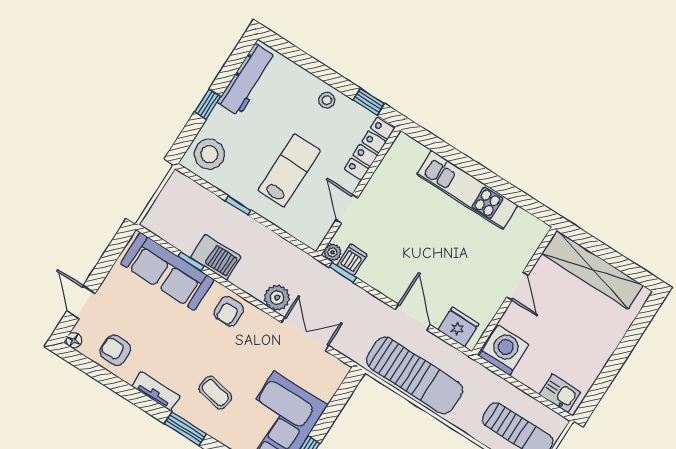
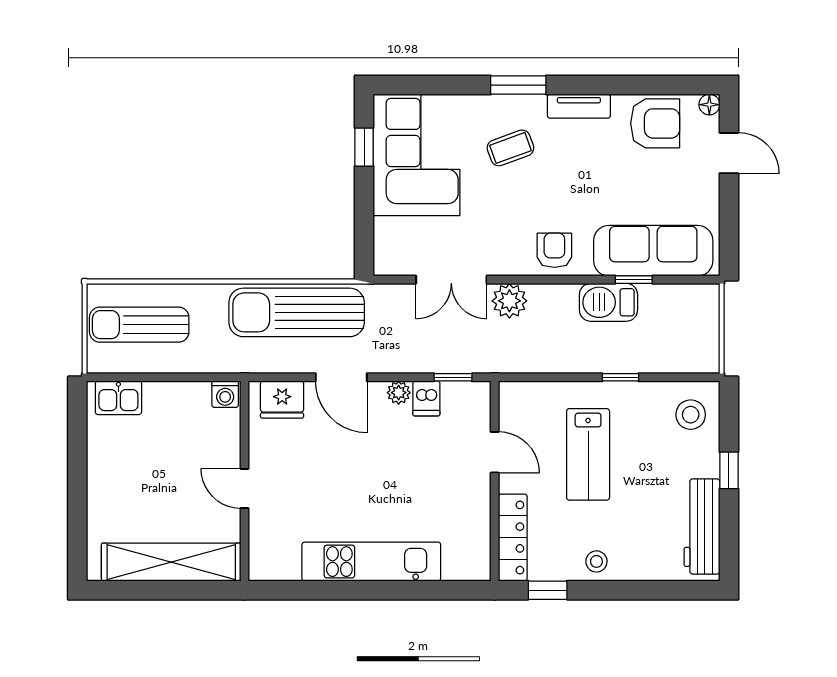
stool: (209, 154) -> (691, 415), width x0.73, depth x0.73
plant: (332, 252) -> (399, 393), moved
dishwasher: (352, 260) -> (426, 398), moved
armchair: (115, 350) -> (655, 123), width x1.38, depth x1.38
washing machine: (504, 350) -> (225, 394), width x0.53, depth x0.53
coffee table: (215, 393) -> (510, 148), turned -32

